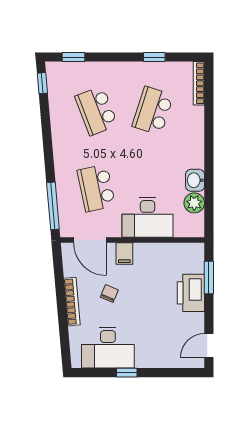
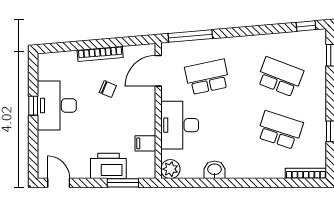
school desk: (96, 111) -> (280, 77), turned 42
plant: (194, 203) -> (170, 169), moved
filing cabinet: (124, 254) -> (145, 143), moved
desk: (108, 348) -> (57, 105), moved

